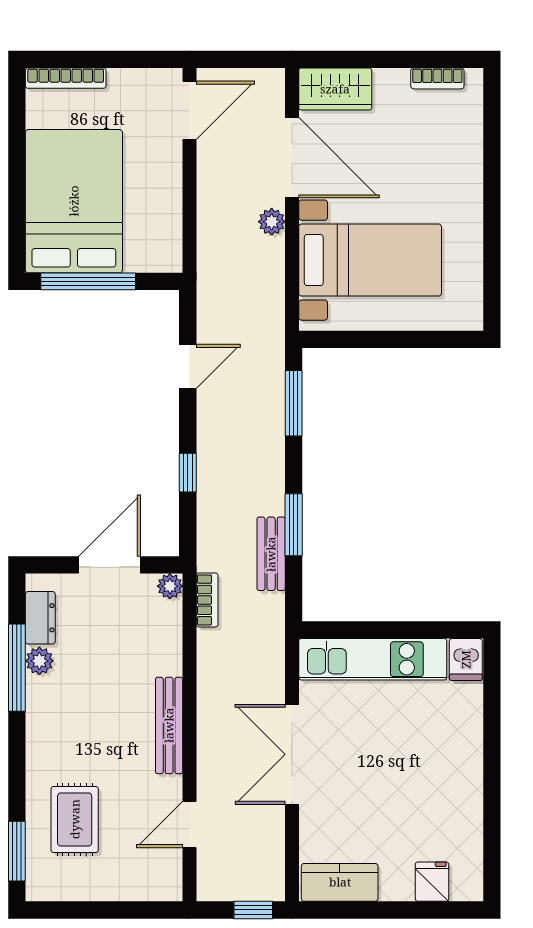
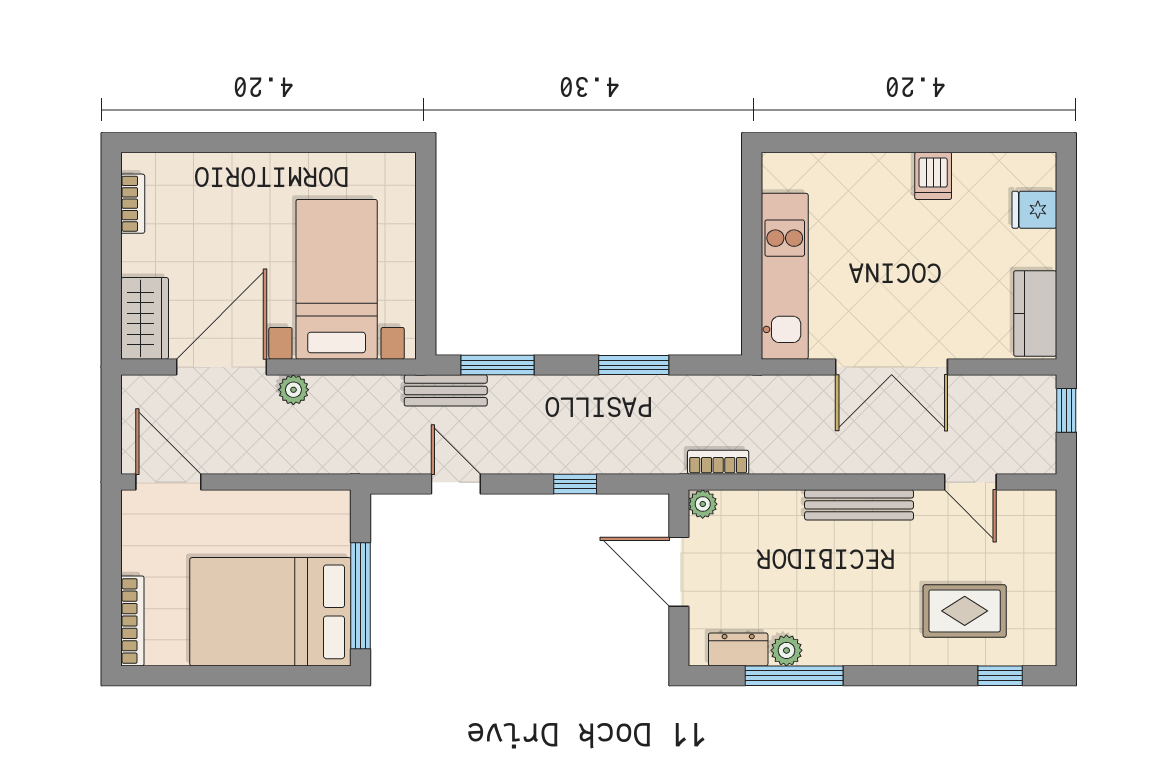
bench: (271, 554) -> (446, 390), moved
dishwasher: (466, 659) -> (933, 176), moved, turned 90
window: (17, 851) -> (1000, 676), width x0.67

